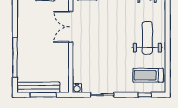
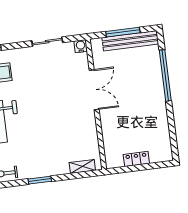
double door: (71, 27) -> (94, 90), moved

